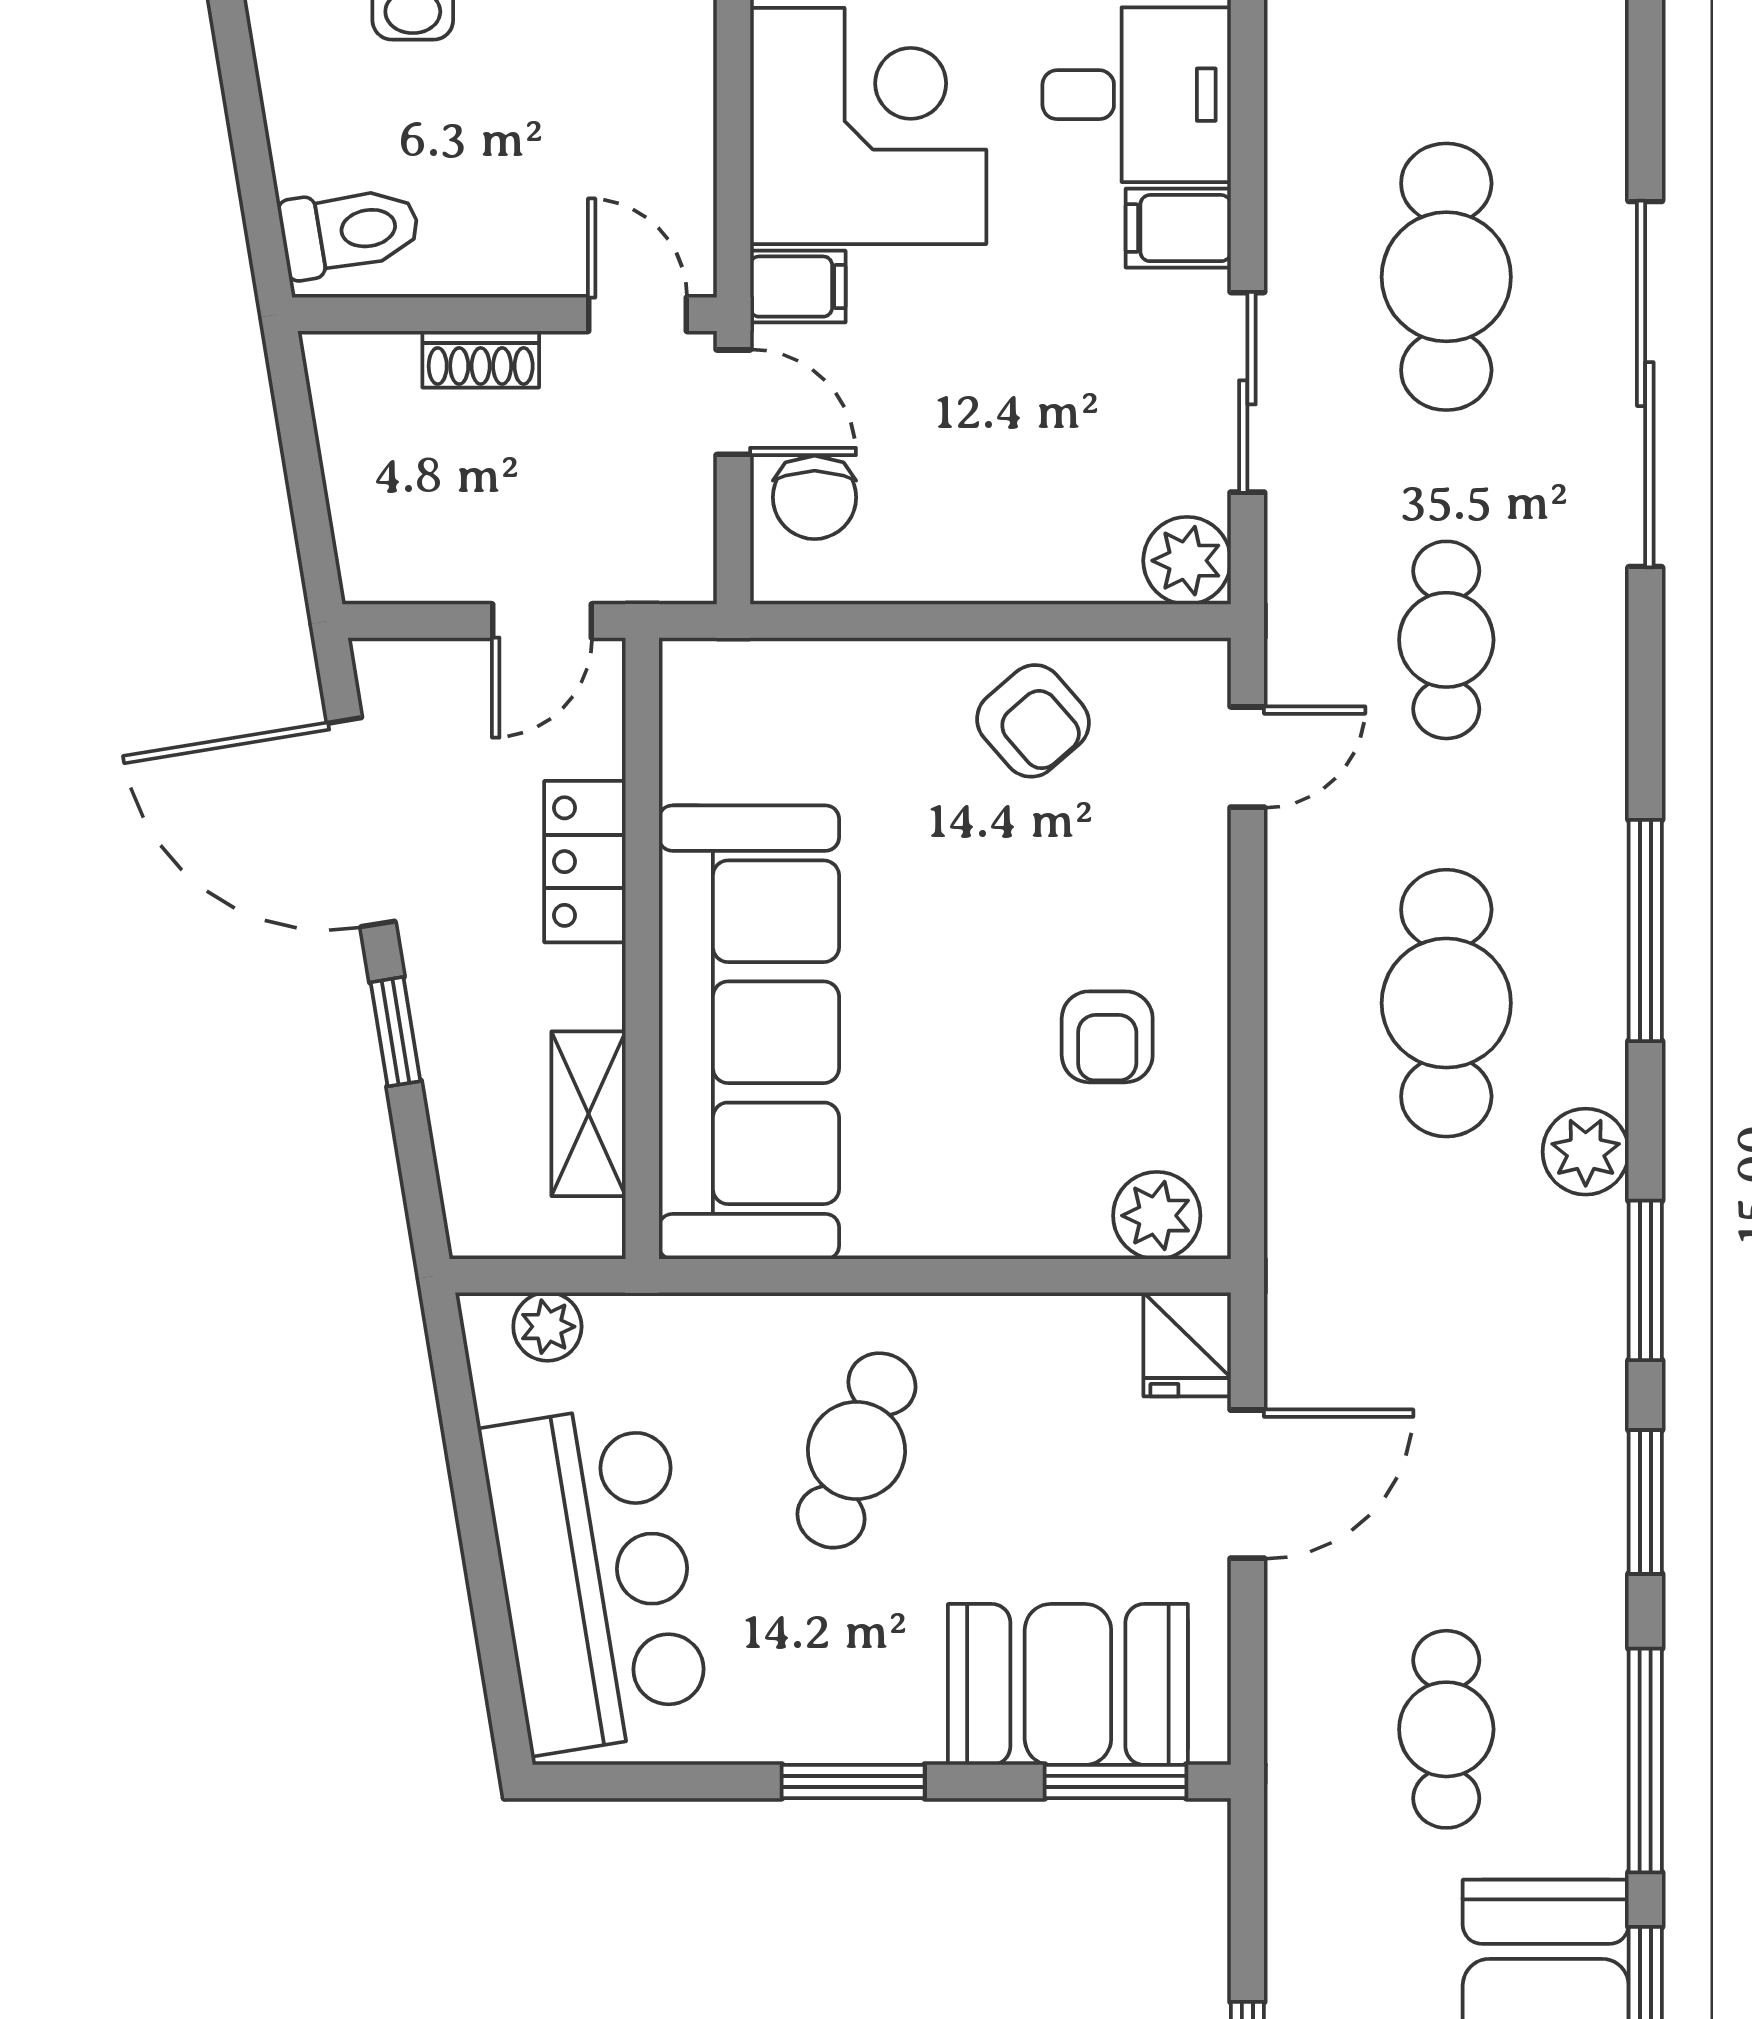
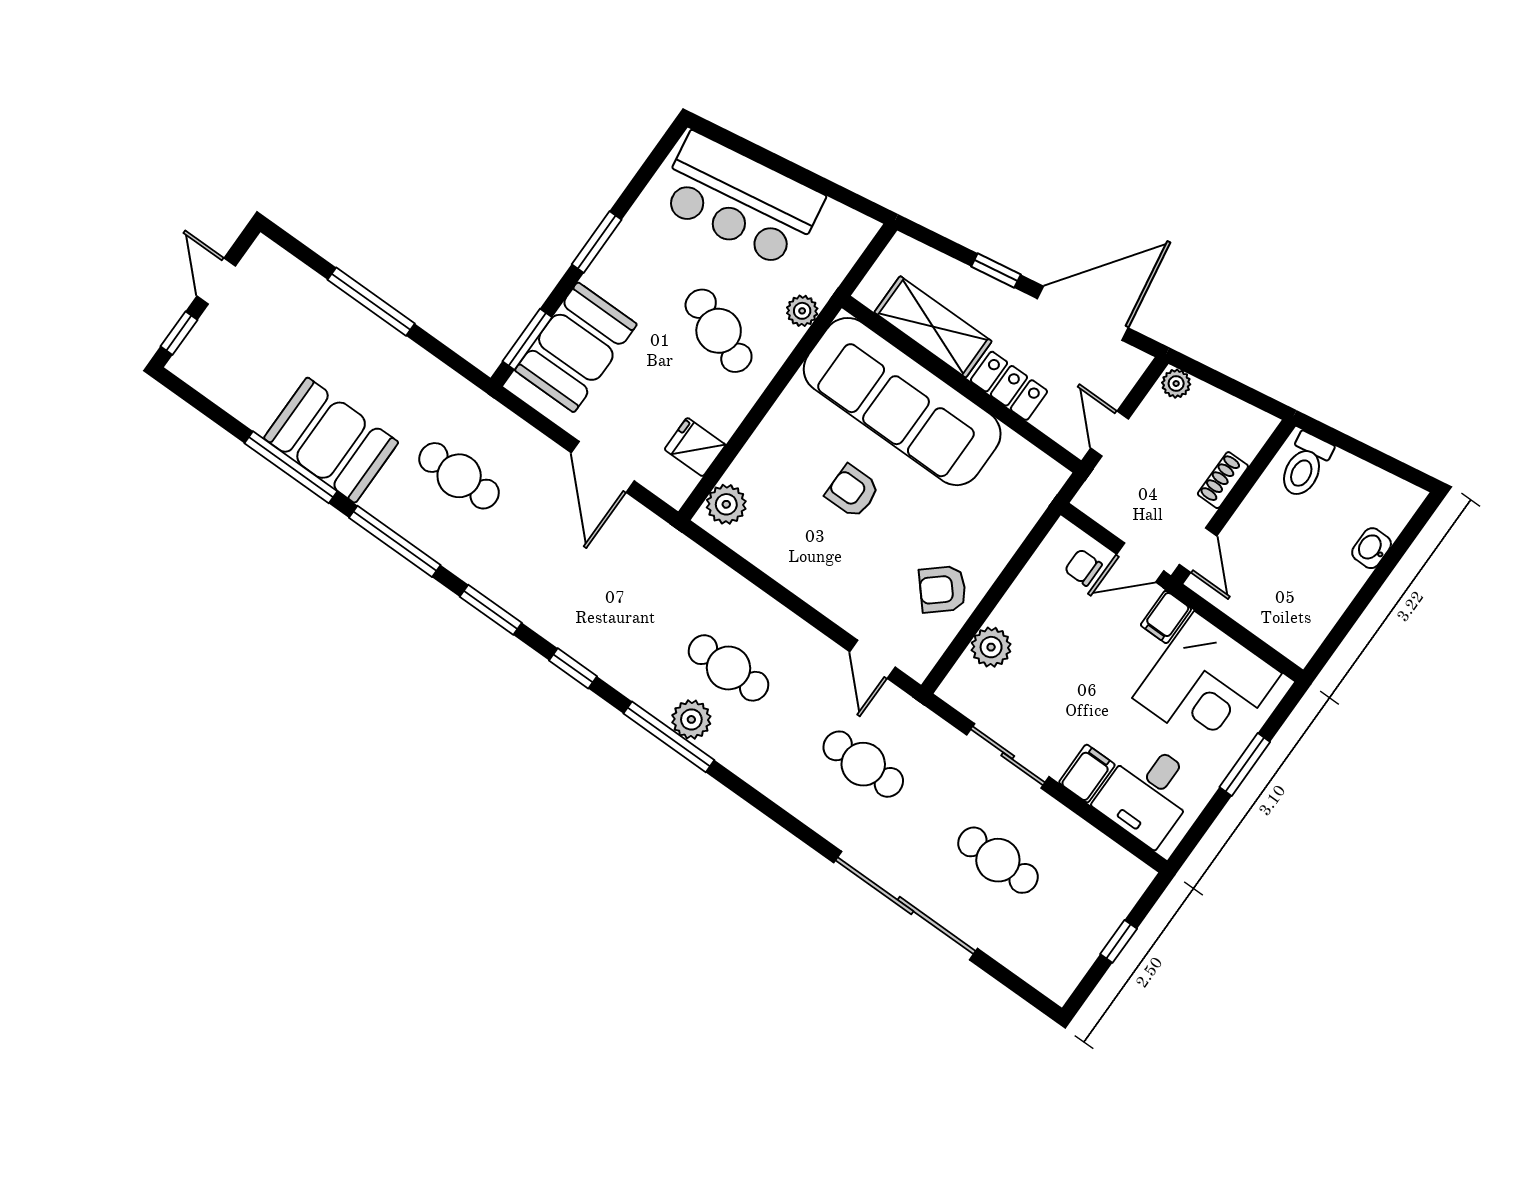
cafe table: (1446, 277) -> (998, 860), width x0.73, depth x0.74
door: (637, 314) -> (1198, 550), hinge flipped
chair: (815, 497) -> (1083, 567), width x0.73, depth x0.73
plant: (1187, 561) -> (991, 647), moved
plant: (368, 566) -> (1176, 384), added
window: (1645, 930) -> (669, 737), moved
cafe table: (1446, 1003) -> (728, 668), width x0.73, depth x0.74
armchair: (1107, 1037) -> (852, 491), moved
shelving: (589, 1114) -> (933, 327), width x1.50, depth x1.33
plant: (1586, 1152) -> (691, 719), moved
window: (1645, 1280) -> (573, 668), width x0.67
plant: (547, 1327) -> (802, 311), moved
fridge: (1187, 1344) -> (695, 447), moved

